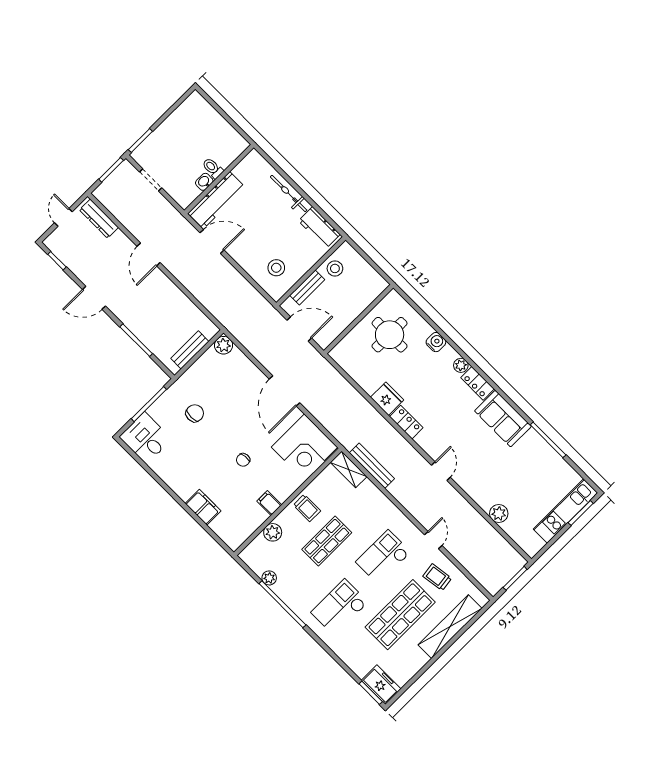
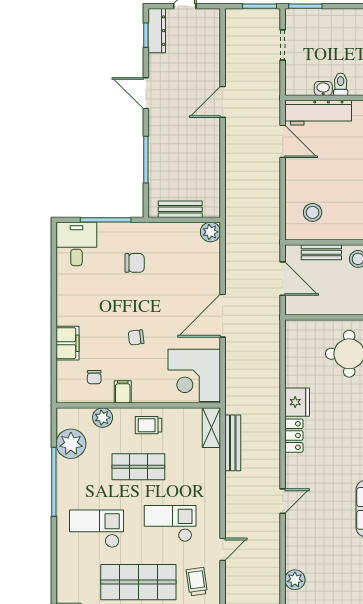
dresser: (99, 219) -> (157, 31), moved, turned 180
trolley: (307, 508) -> (148, 425), turned 90
chair: (242, 512) -> (94, 377), added
plant: (269, 578) -> (71, 444), width x1.87, depth x1.87

